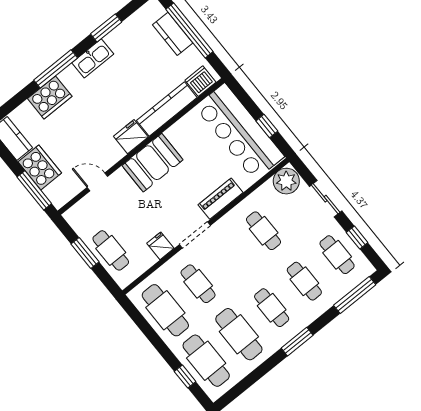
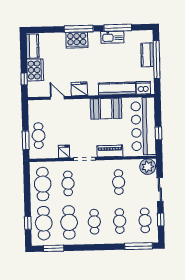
window: (106, 28) -> (118, 28), width x1.44
kitchen sink: (93, 58) -> (112, 37), moved
cooker: (50, 97) -> (77, 40), moved
fridge: (131, 137) -> (79, 89), moved
booth: (152, 163) -> (106, 109), moved
window: (34, 190) -> (24, 79), width x0.46
window: (85, 253) -> (26, 140), moved
window: (297, 342) -> (54, 248), moved

